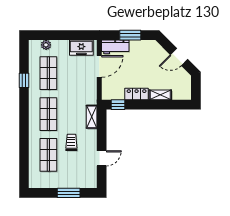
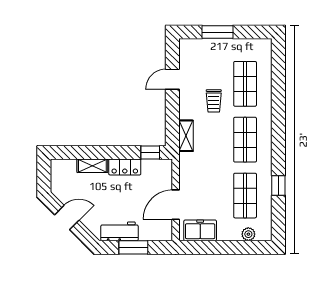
workbench: (115, 47) -> (120, 231), moved

